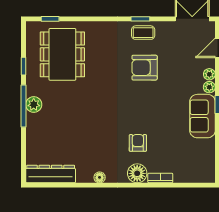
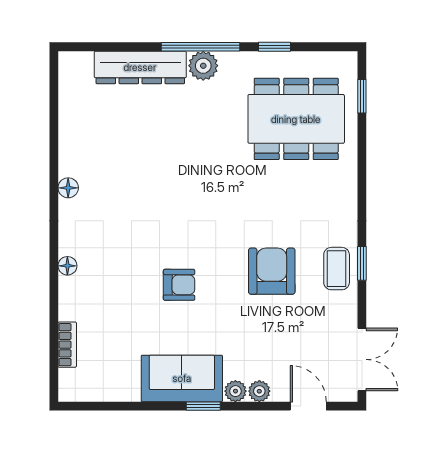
armchair: (138, 143) -> (179, 285), moved
floor lamp: (137, 173) -> (67, 266), width x0.53, depth x0.53
dresser: (51, 174) -> (140, 67), moved, turned 90
bookcase: (160, 178) -> (67, 345), moved

